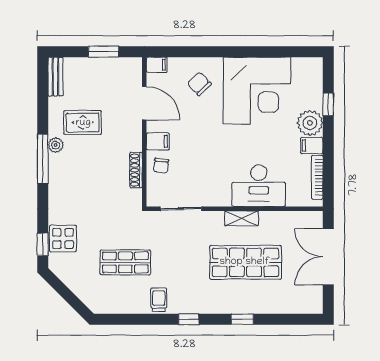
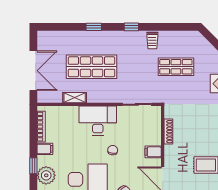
window: (328, 104) -> (33, 166), moved
plant: (310, 123) -> (46, 175), moved
chair: (161, 166) -> (113, 150), moved
desk: (259, 186) -> (98, 121), moved
shelving: (242, 218) -> (75, 98), moved

